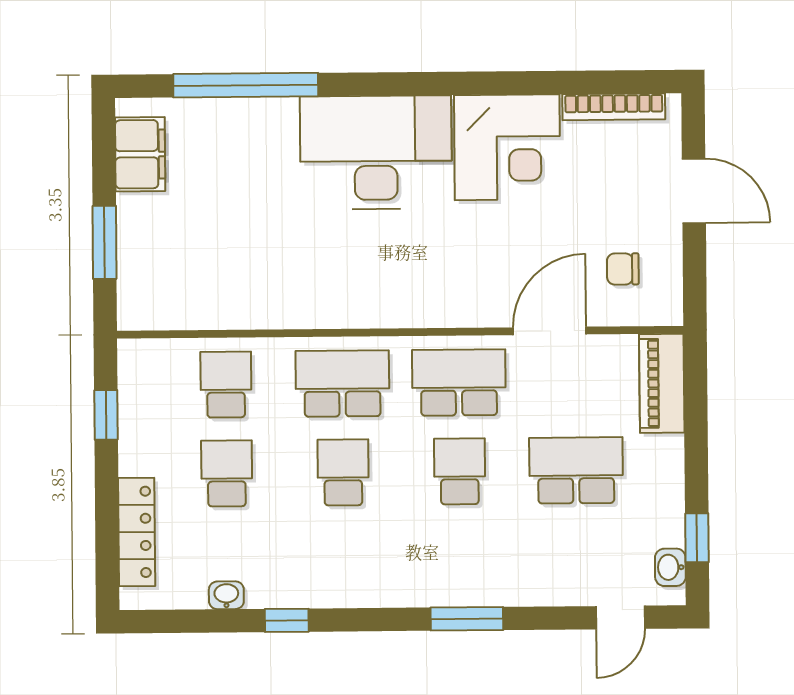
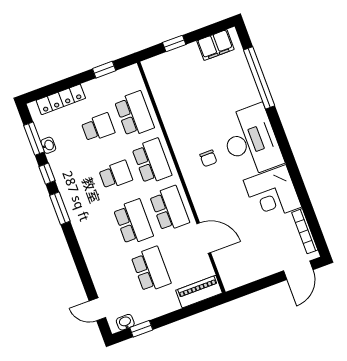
door: (694, 191) -> (298, 270), moved
window: (104, 242) -> (174, 43), width x0.67
chair: (623, 269) -> (208, 158), moved, turned 180
school desk: (226, 385) -> (134, 114), width x1.85
school desk: (460, 471) -> (133, 222), width x1.85
window: (467, 619) -> (60, 208), moved
window: (201, 621) -> (34, 139), added

